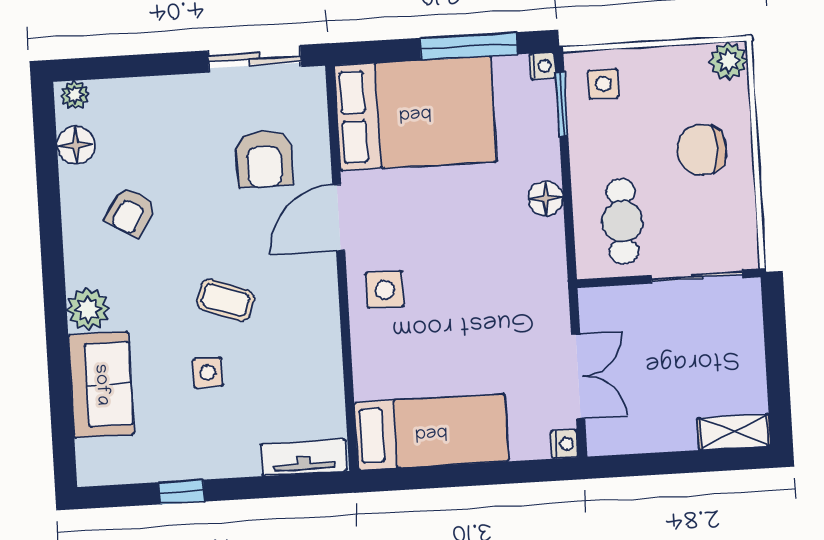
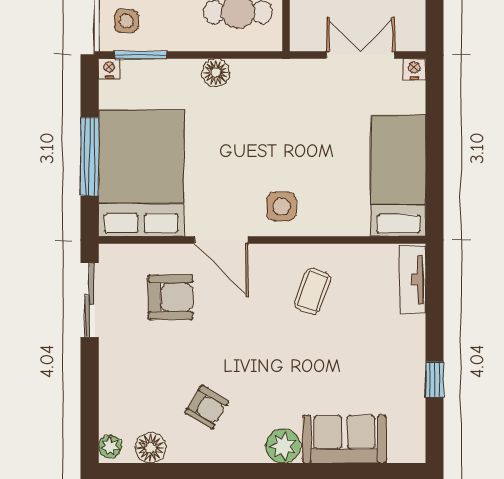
window: (469, 46) -> (90, 157), moved
coffee table: (225, 300) -> (313, 291), moved
side table: (208, 372) -> (340, 353), removed

